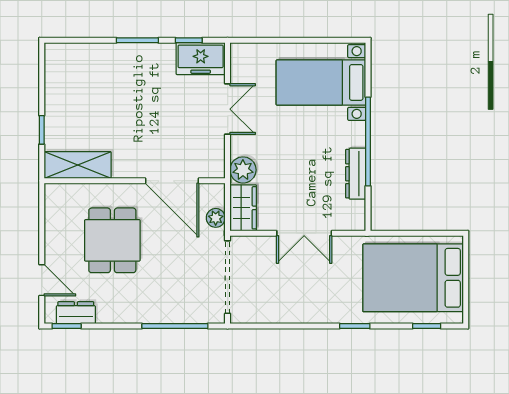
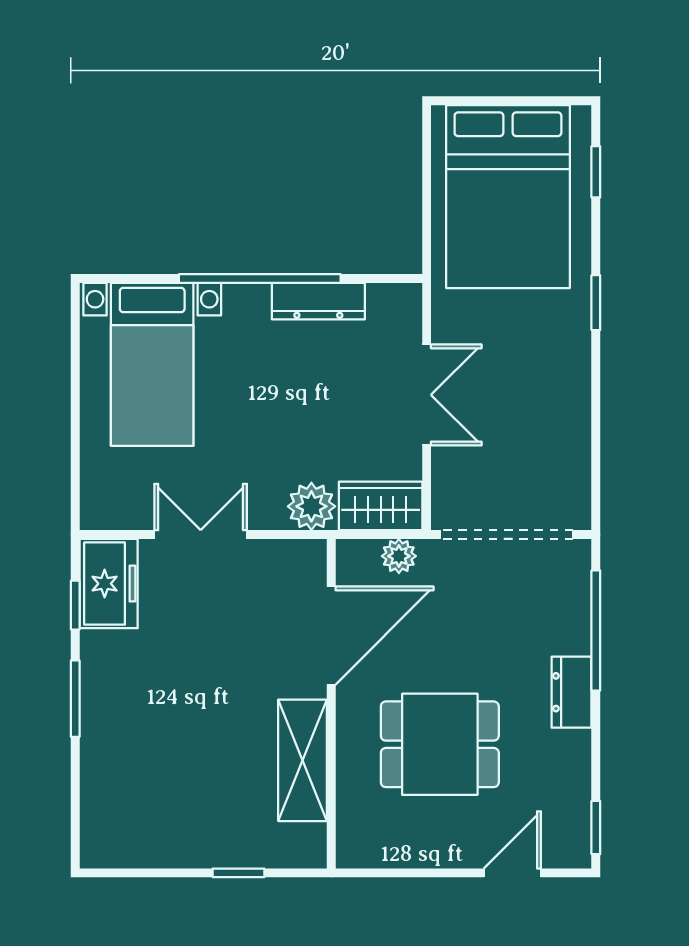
shelving: (78, 165) -> (303, 760), moved
dresser: (76, 313) -> (572, 692), moved

